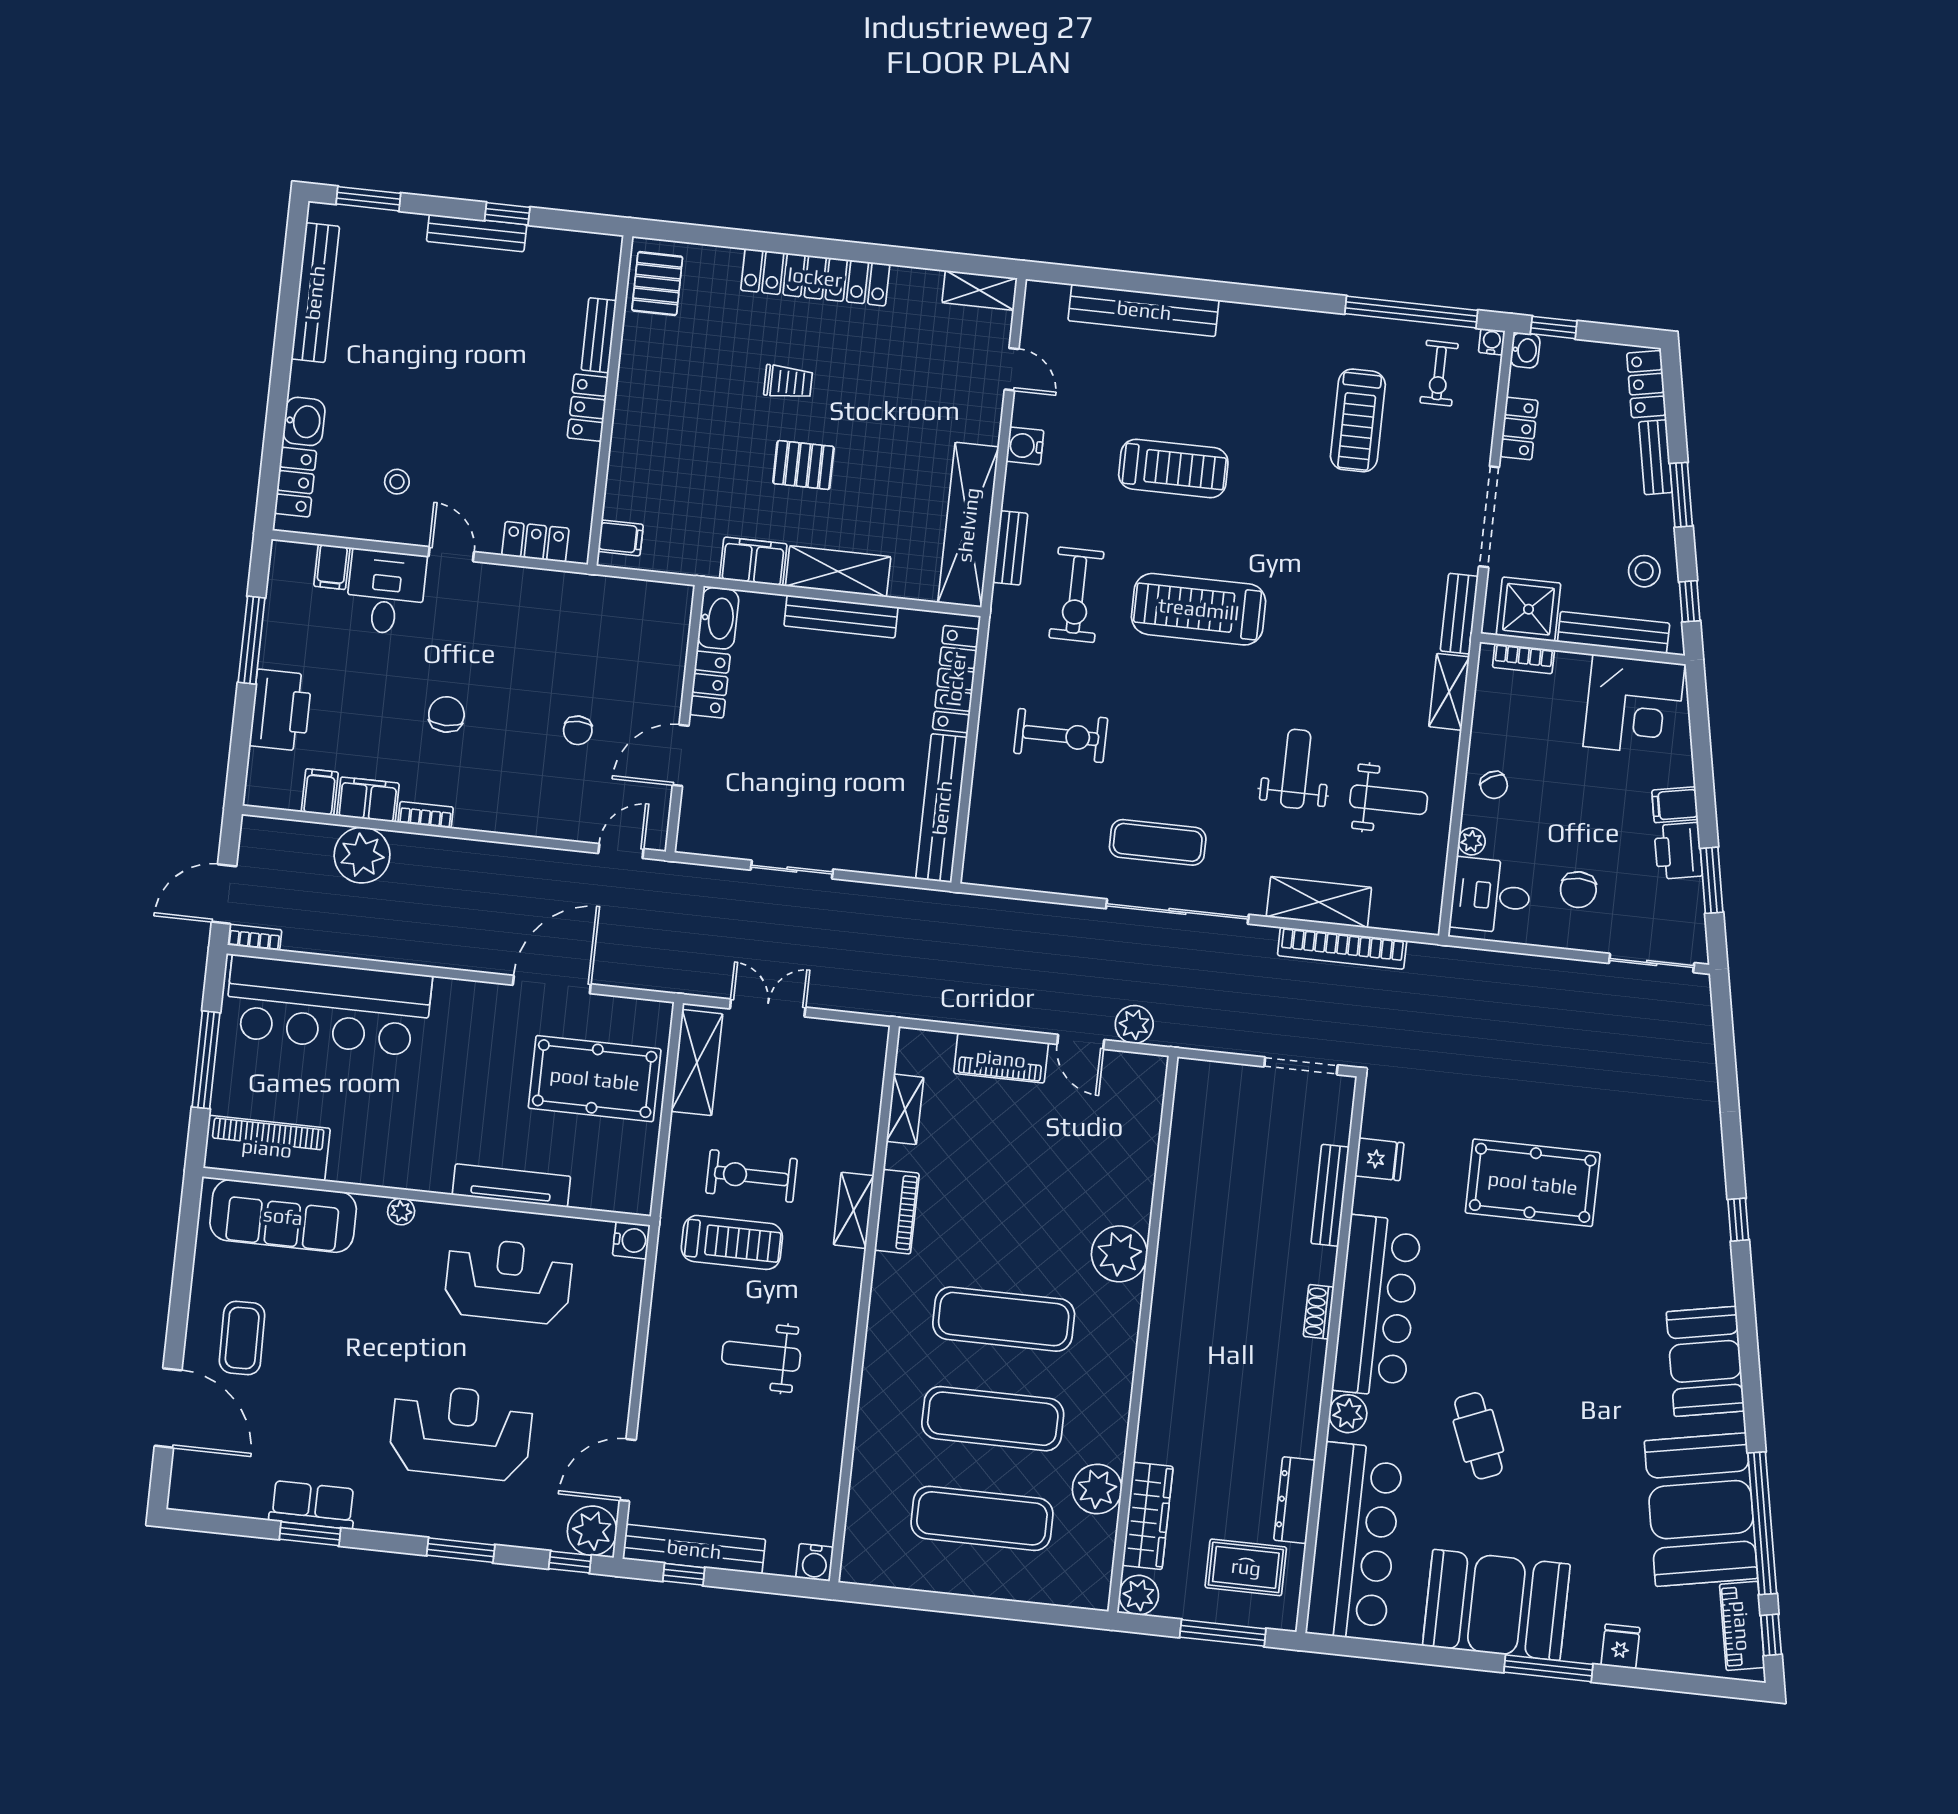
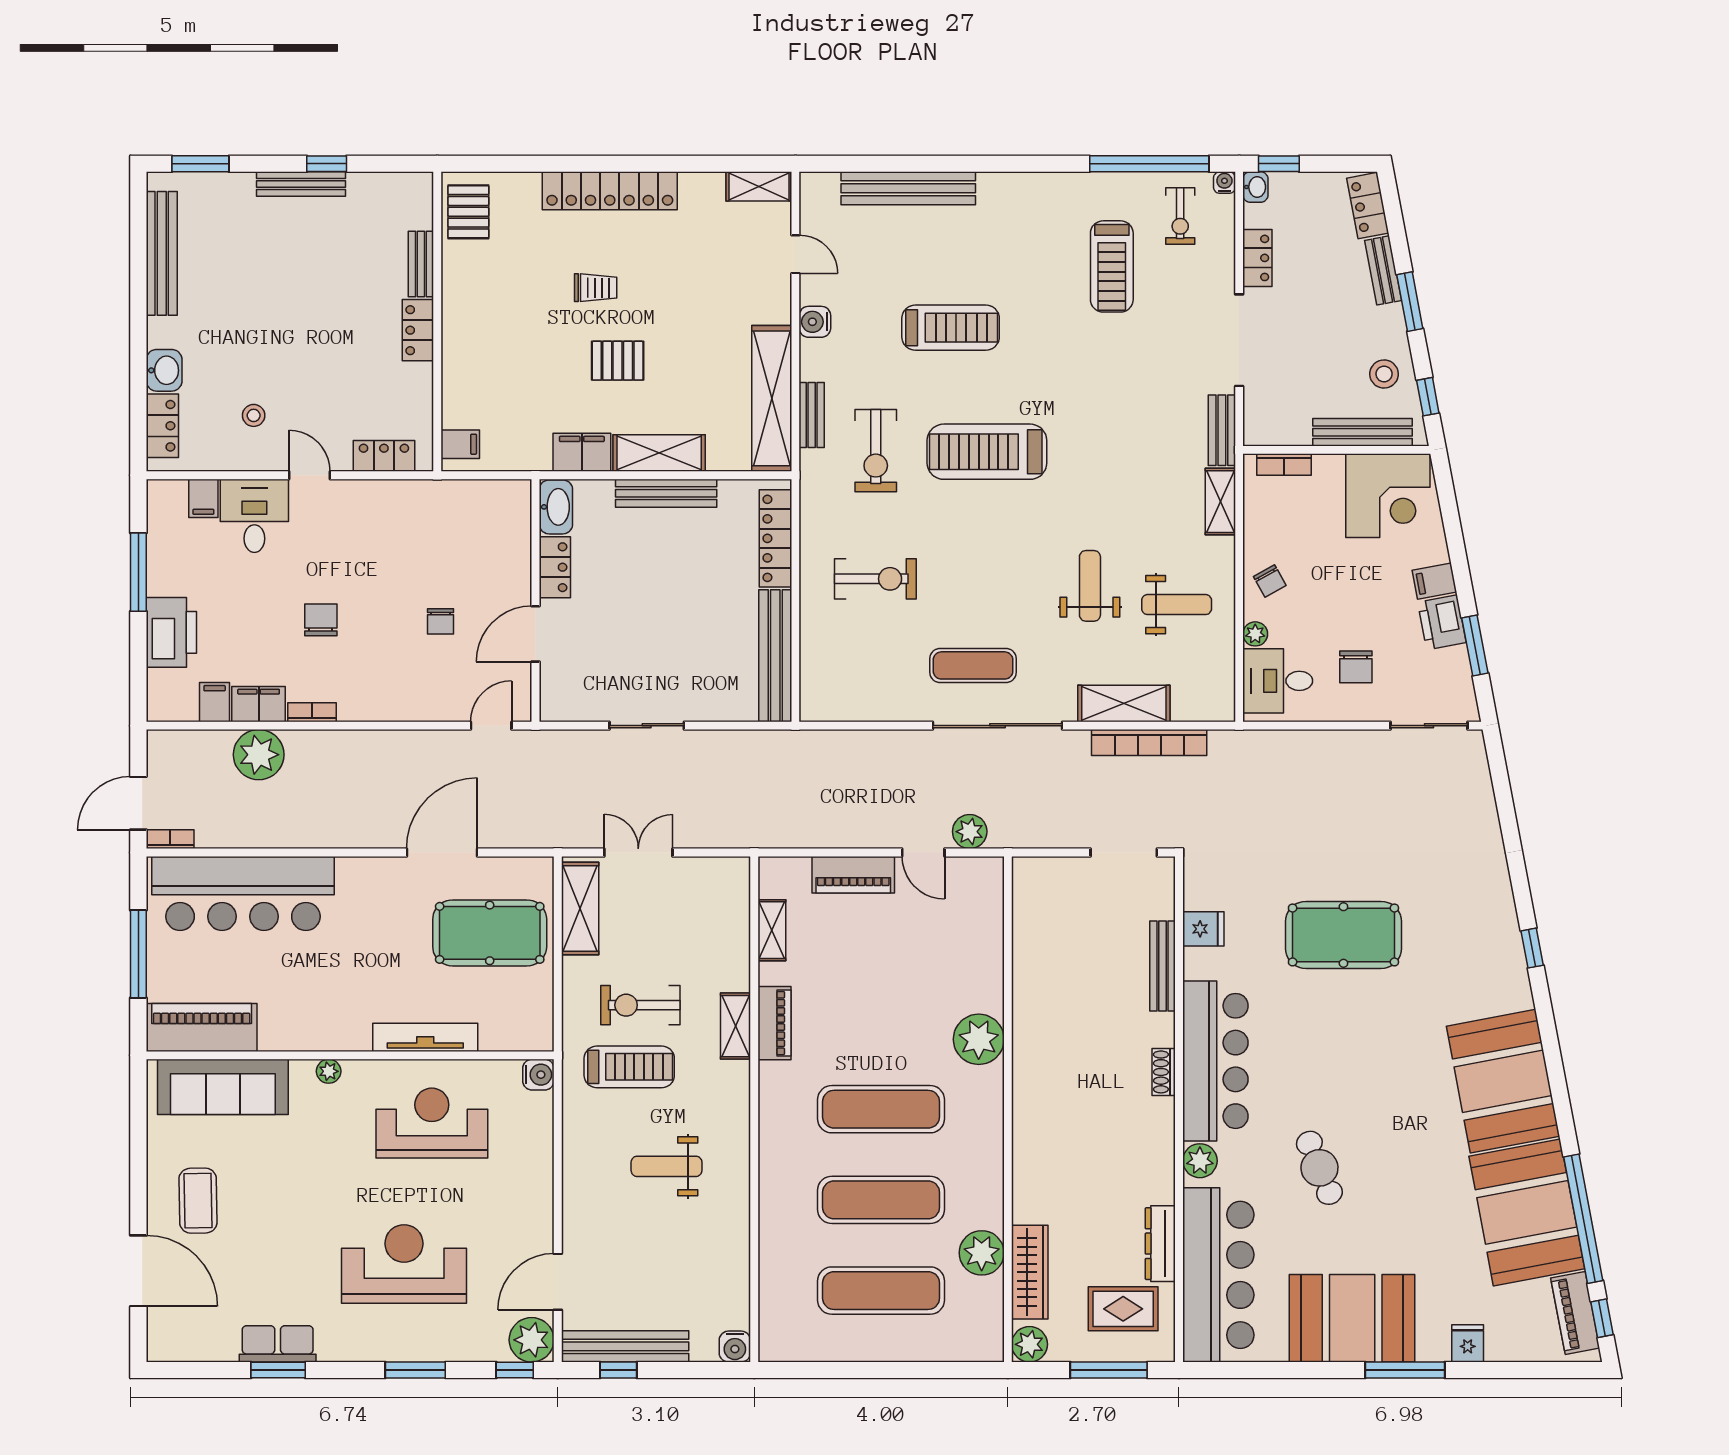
shower: (1529, 609) -> (1284, 420), removed
booth: (1705, 1361) -> (1503, 1081), width x1.36, depth x1.42

